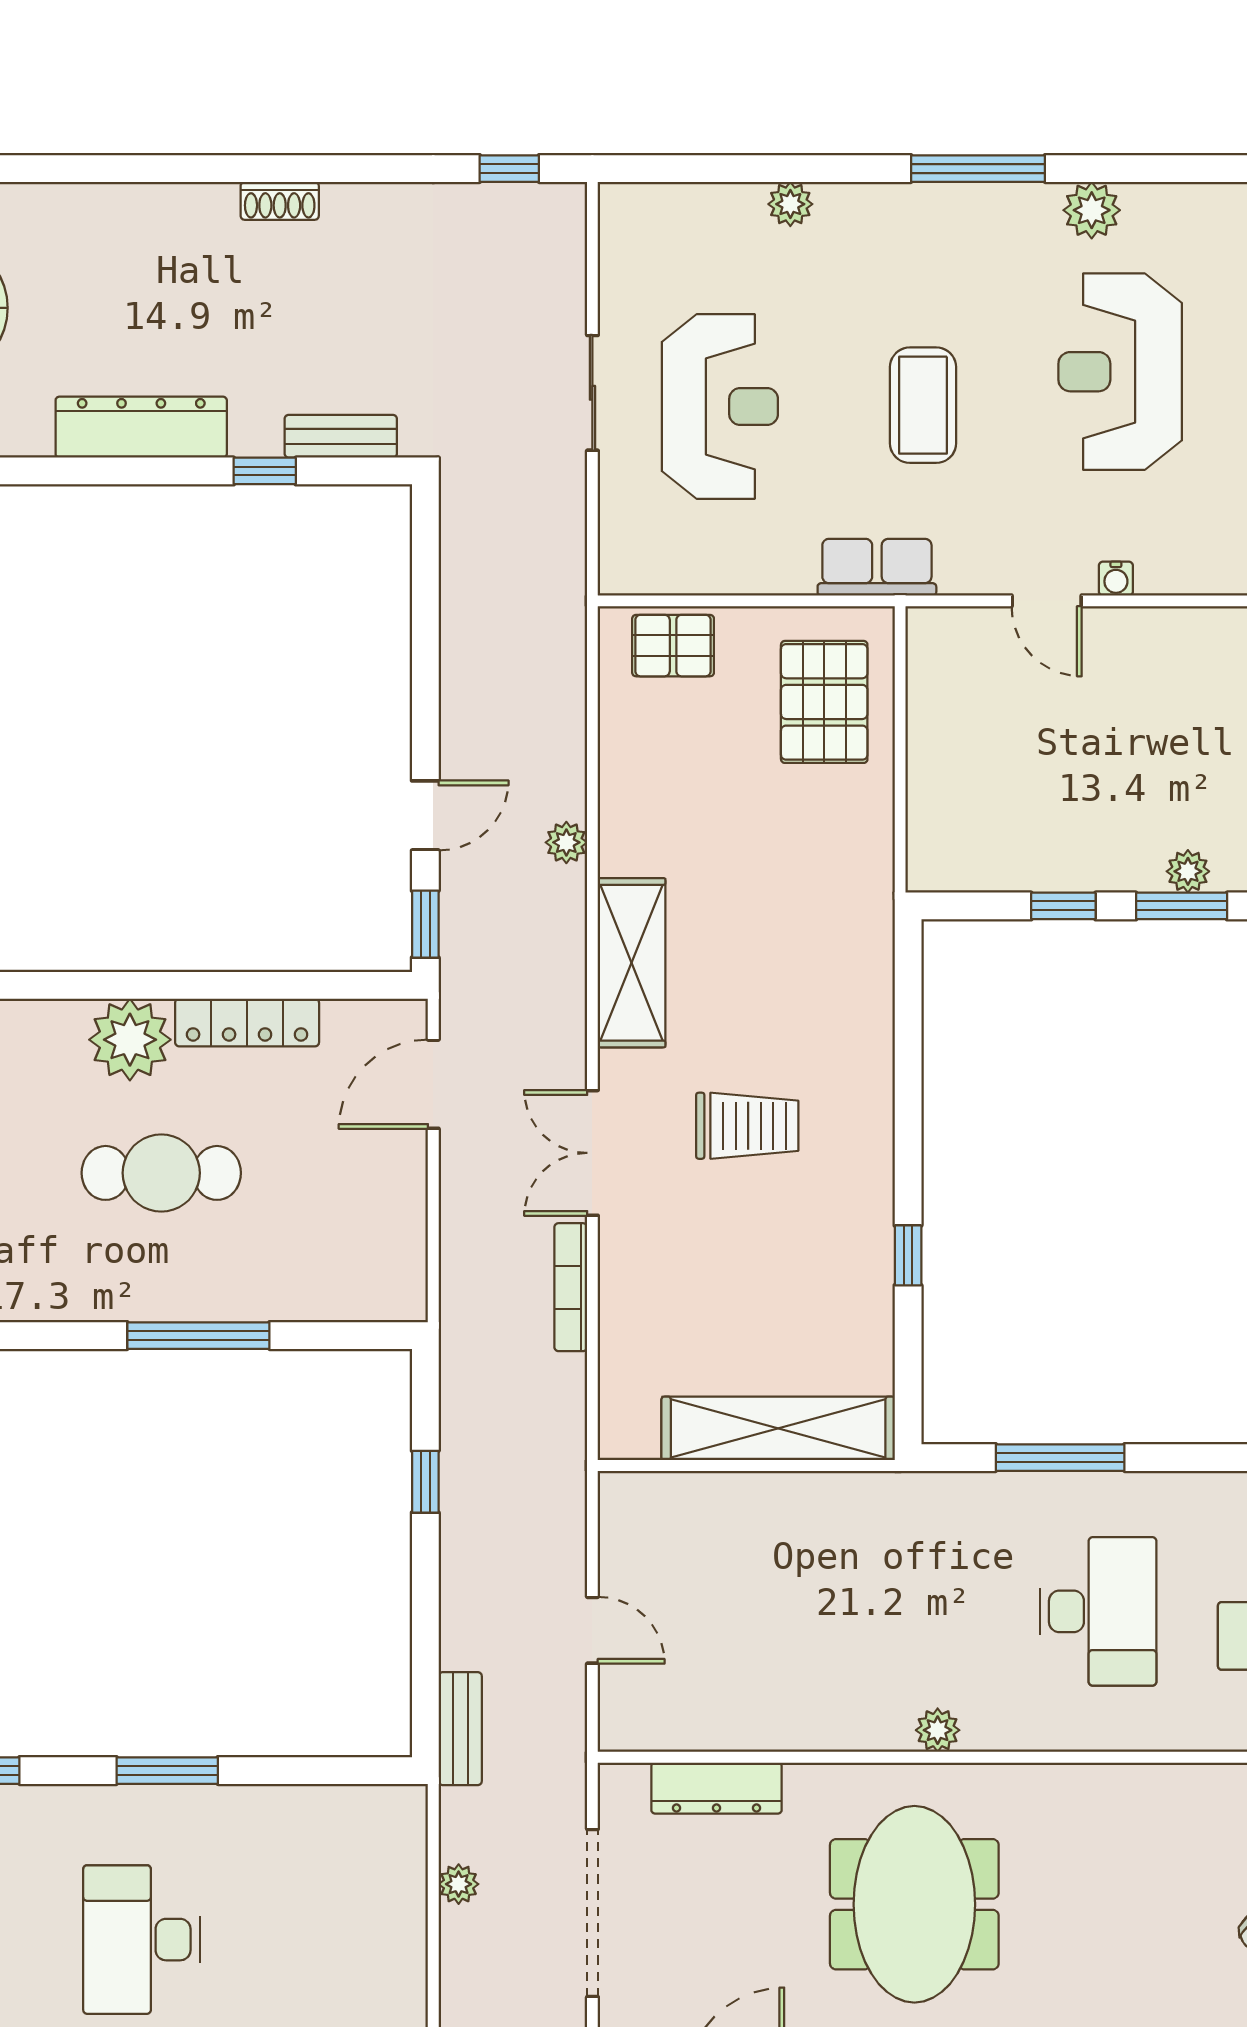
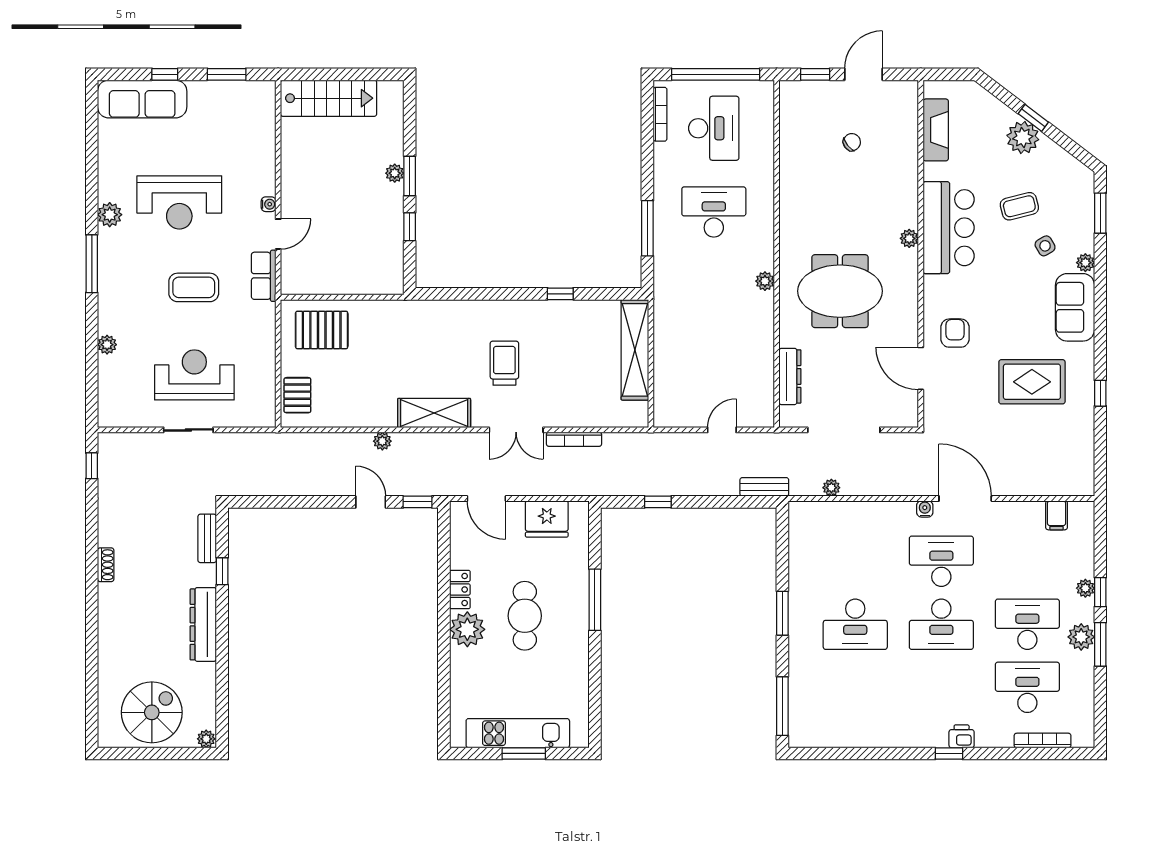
row of seats: (877, 567) -> (264, 276), moved
locker: (247, 1023) -> (460, 589), width x0.66
fridge: (386, 1224) -> (547, 519), added

